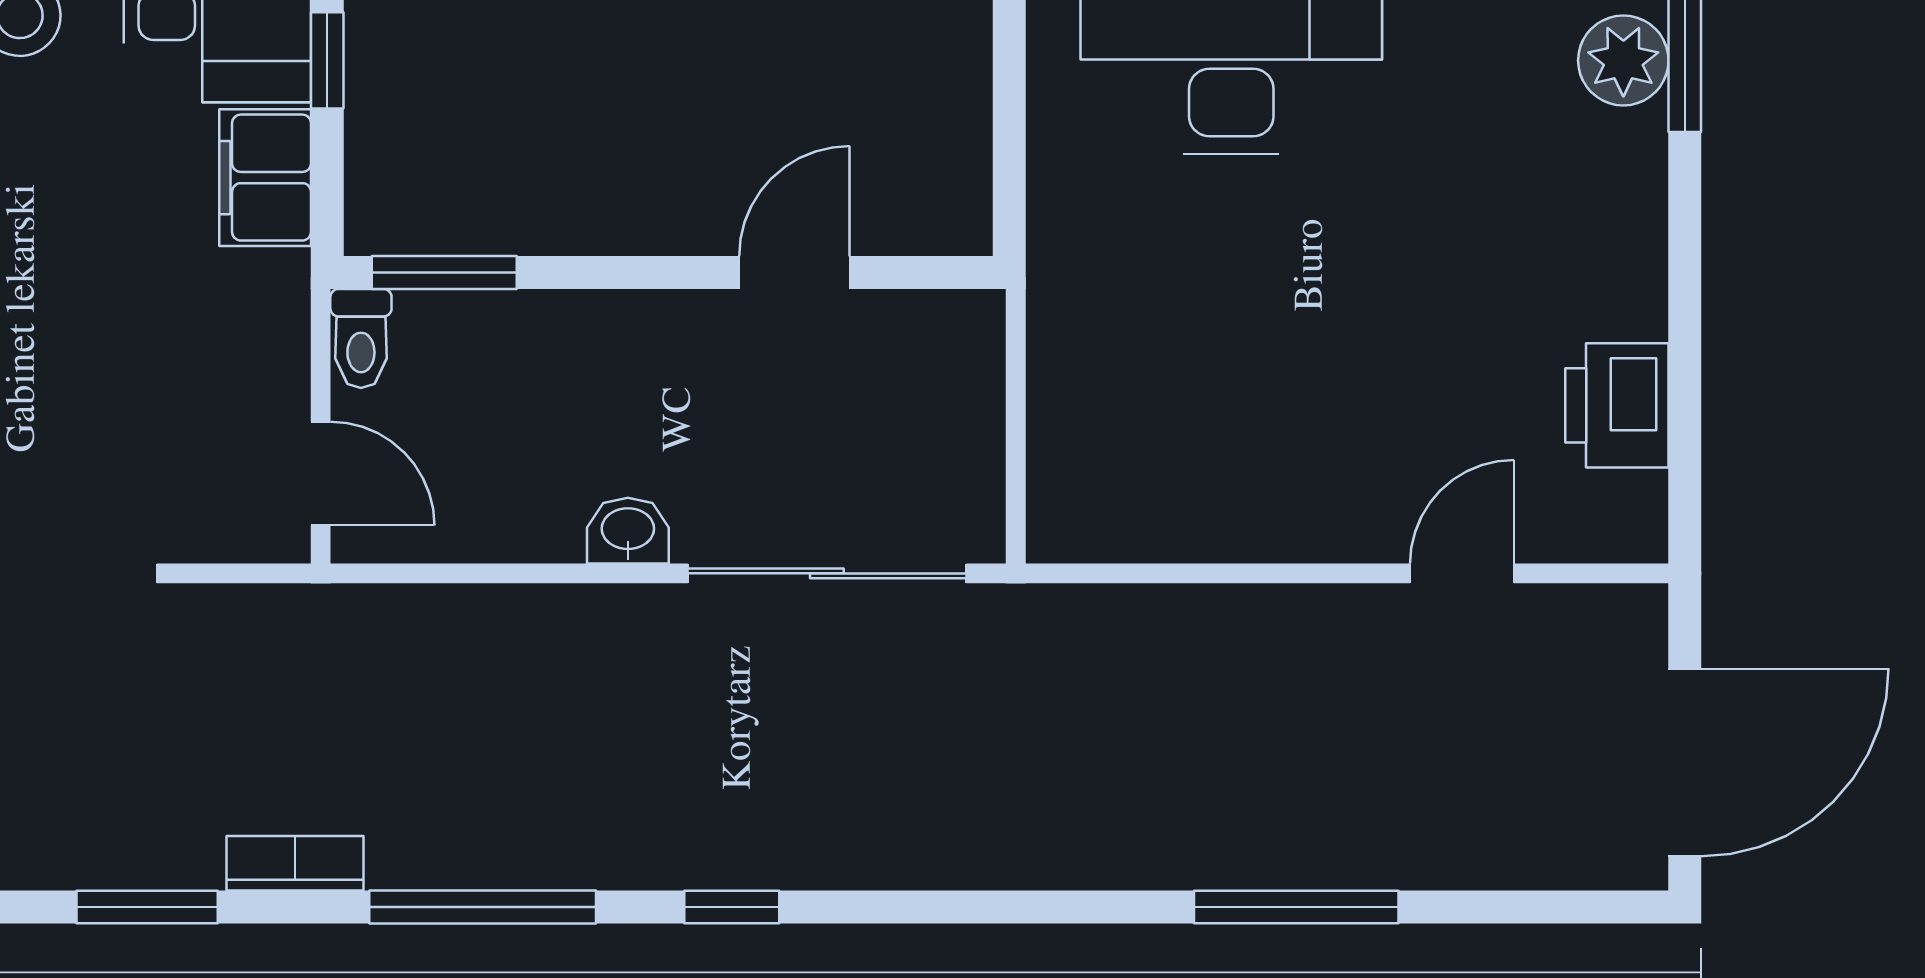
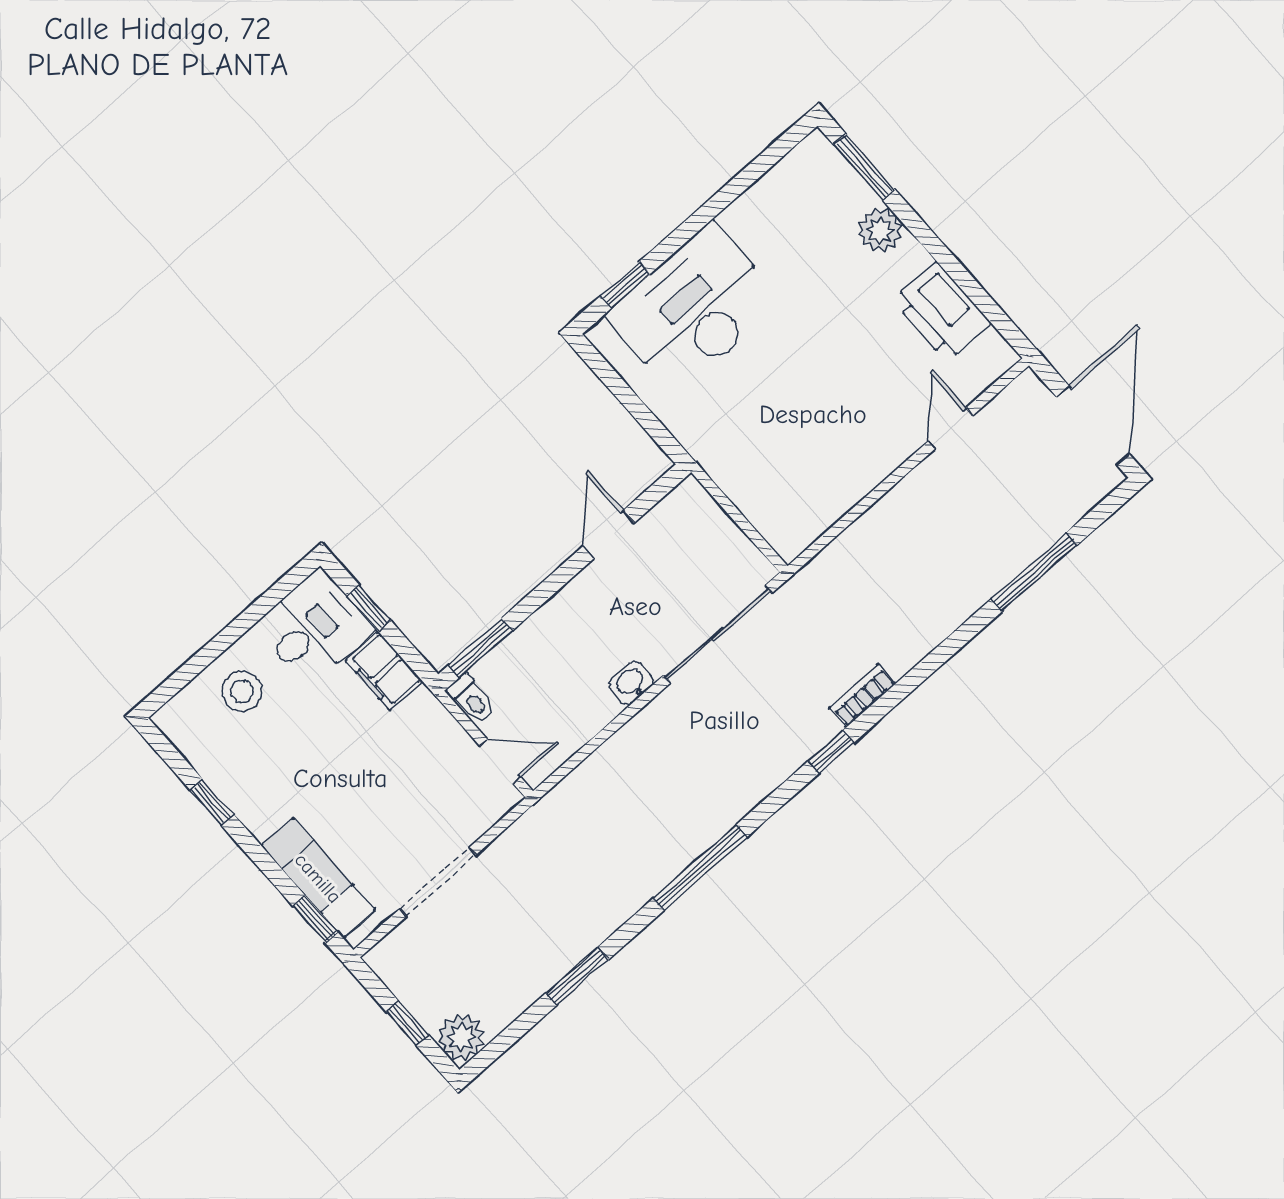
plant: (1623, 60) -> (880, 230), moved
printer: (1617, 405) -> (941, 312), width x1.37, depth x1.19
bookcase: (295, 863) -> (862, 696), moved
window: (732, 907) -> (831, 752), moved
window: (1296, 907) -> (1034, 572), moved

